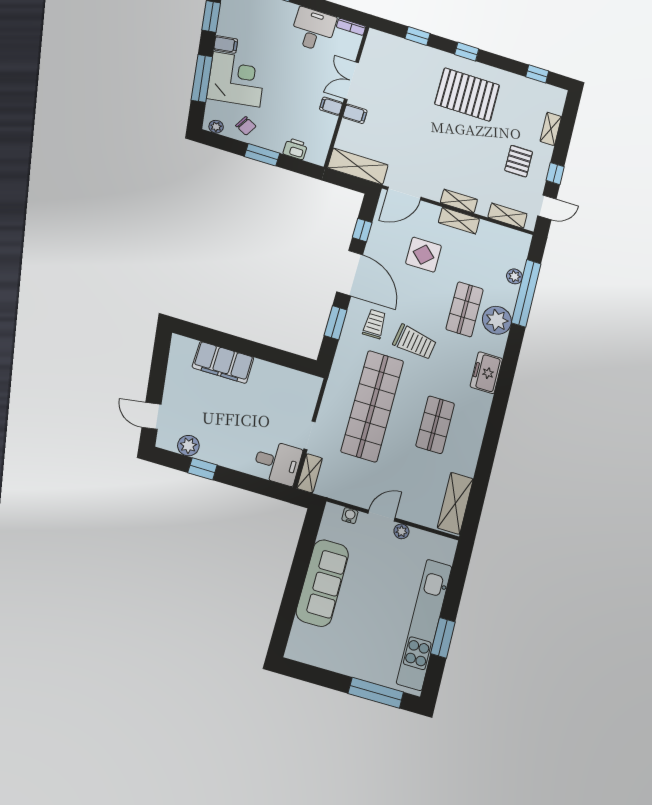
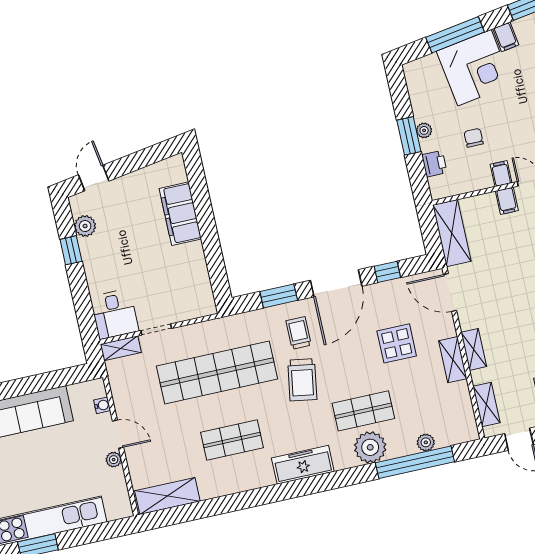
chair: (246, 126) -> (474, 138), moved, turned 152
plant: (216, 127) -> (424, 130), moved
trolley: (374, 324) -> (299, 333), turned -90
freezer: (486, 373) -> (303, 465), width x1.40

